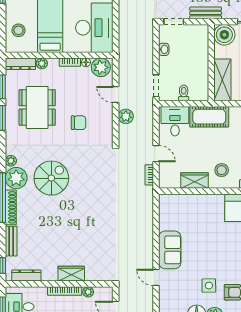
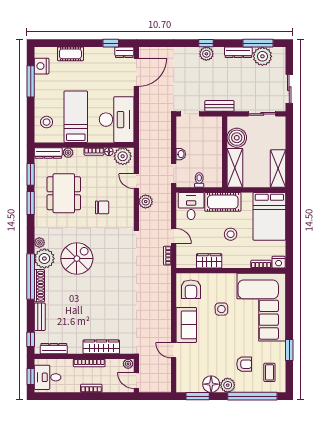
boiler: (224, 35) -> (237, 138), moved
washbasin: (164, 49) -> (181, 154), moved
stool: (222, 170) -> (231, 234), moved
armchair: (175, 211) -> (191, 289), added
wardrobe: (71, 274) -> (101, 347), width x1.50
side table: (209, 286) -> (221, 309), moved
plant: (88, 292) -> (128, 364), moved

